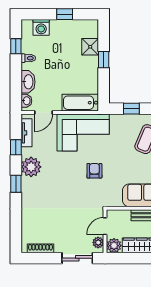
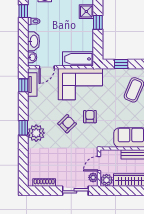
window: (16, 147) -> (23, 85), moved
plant: (31, 167) -> (36, 133), moved
armchair: (68, 179) -> (67, 124), added

